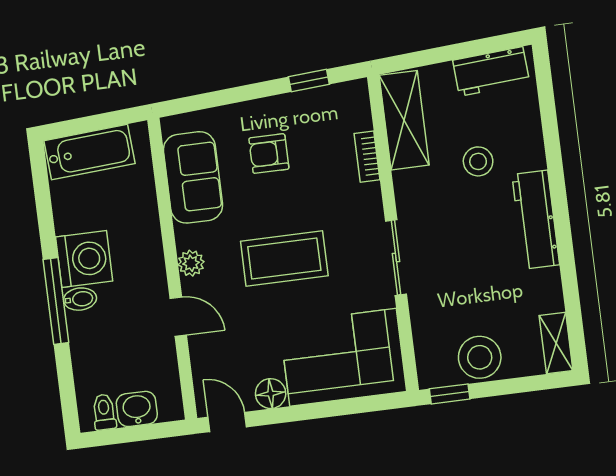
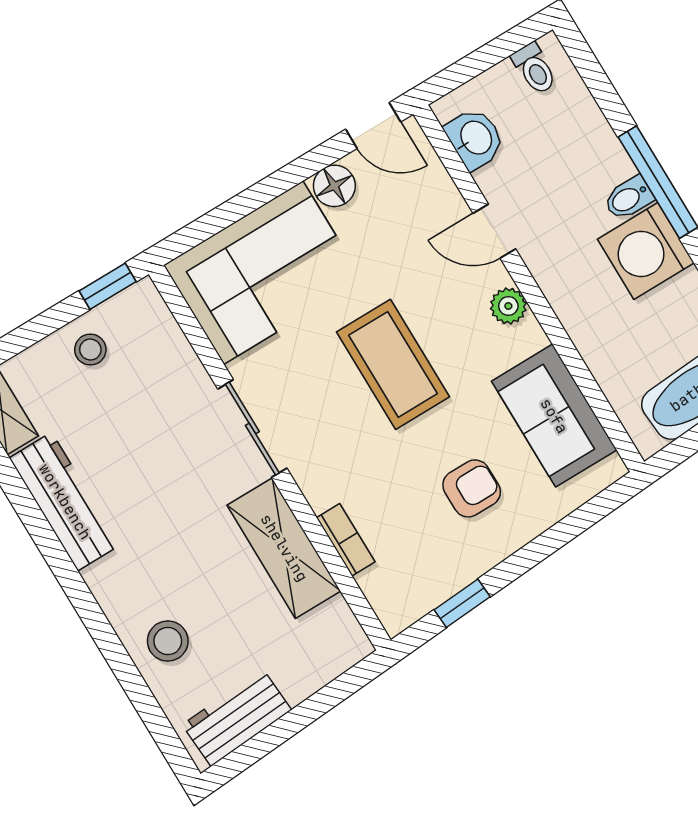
shelving: (404, 120) -> (284, 548), moved
stool: (478, 161) -> (168, 641), moved
workbench: (536, 220) -> (65, 502), moved
coffee table: (284, 259) -> (393, 364), turned 90
stool: (480, 357) -> (90, 349), width x0.53, depth x0.53
washbasin: (137, 409) -> (475, 138), moved, turned -90

